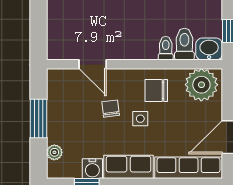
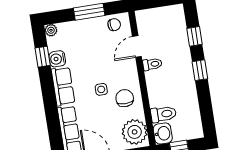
toilet: (166, 48) -> (152, 64), moved
chair: (111, 109) -> (114, 25), moved
plant: (54, 152) -> (51, 30), moved

